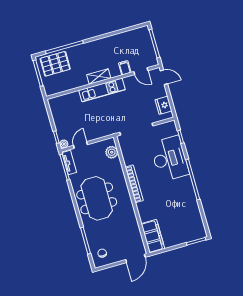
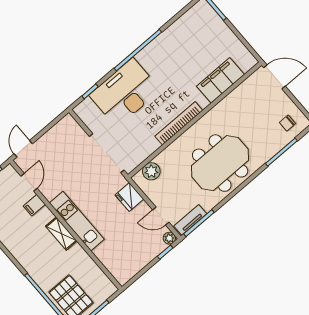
fridge: (164, 105) -> (129, 197), moved, turned 90
filing cabinet: (153, 236) -> (220, 80), moved

